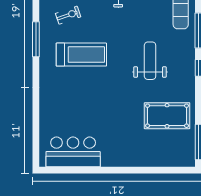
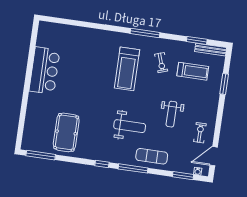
weight bench: (150, 61) -> (130, 126), moved
bar counter: (73, 152) -> (44, 71), moved

